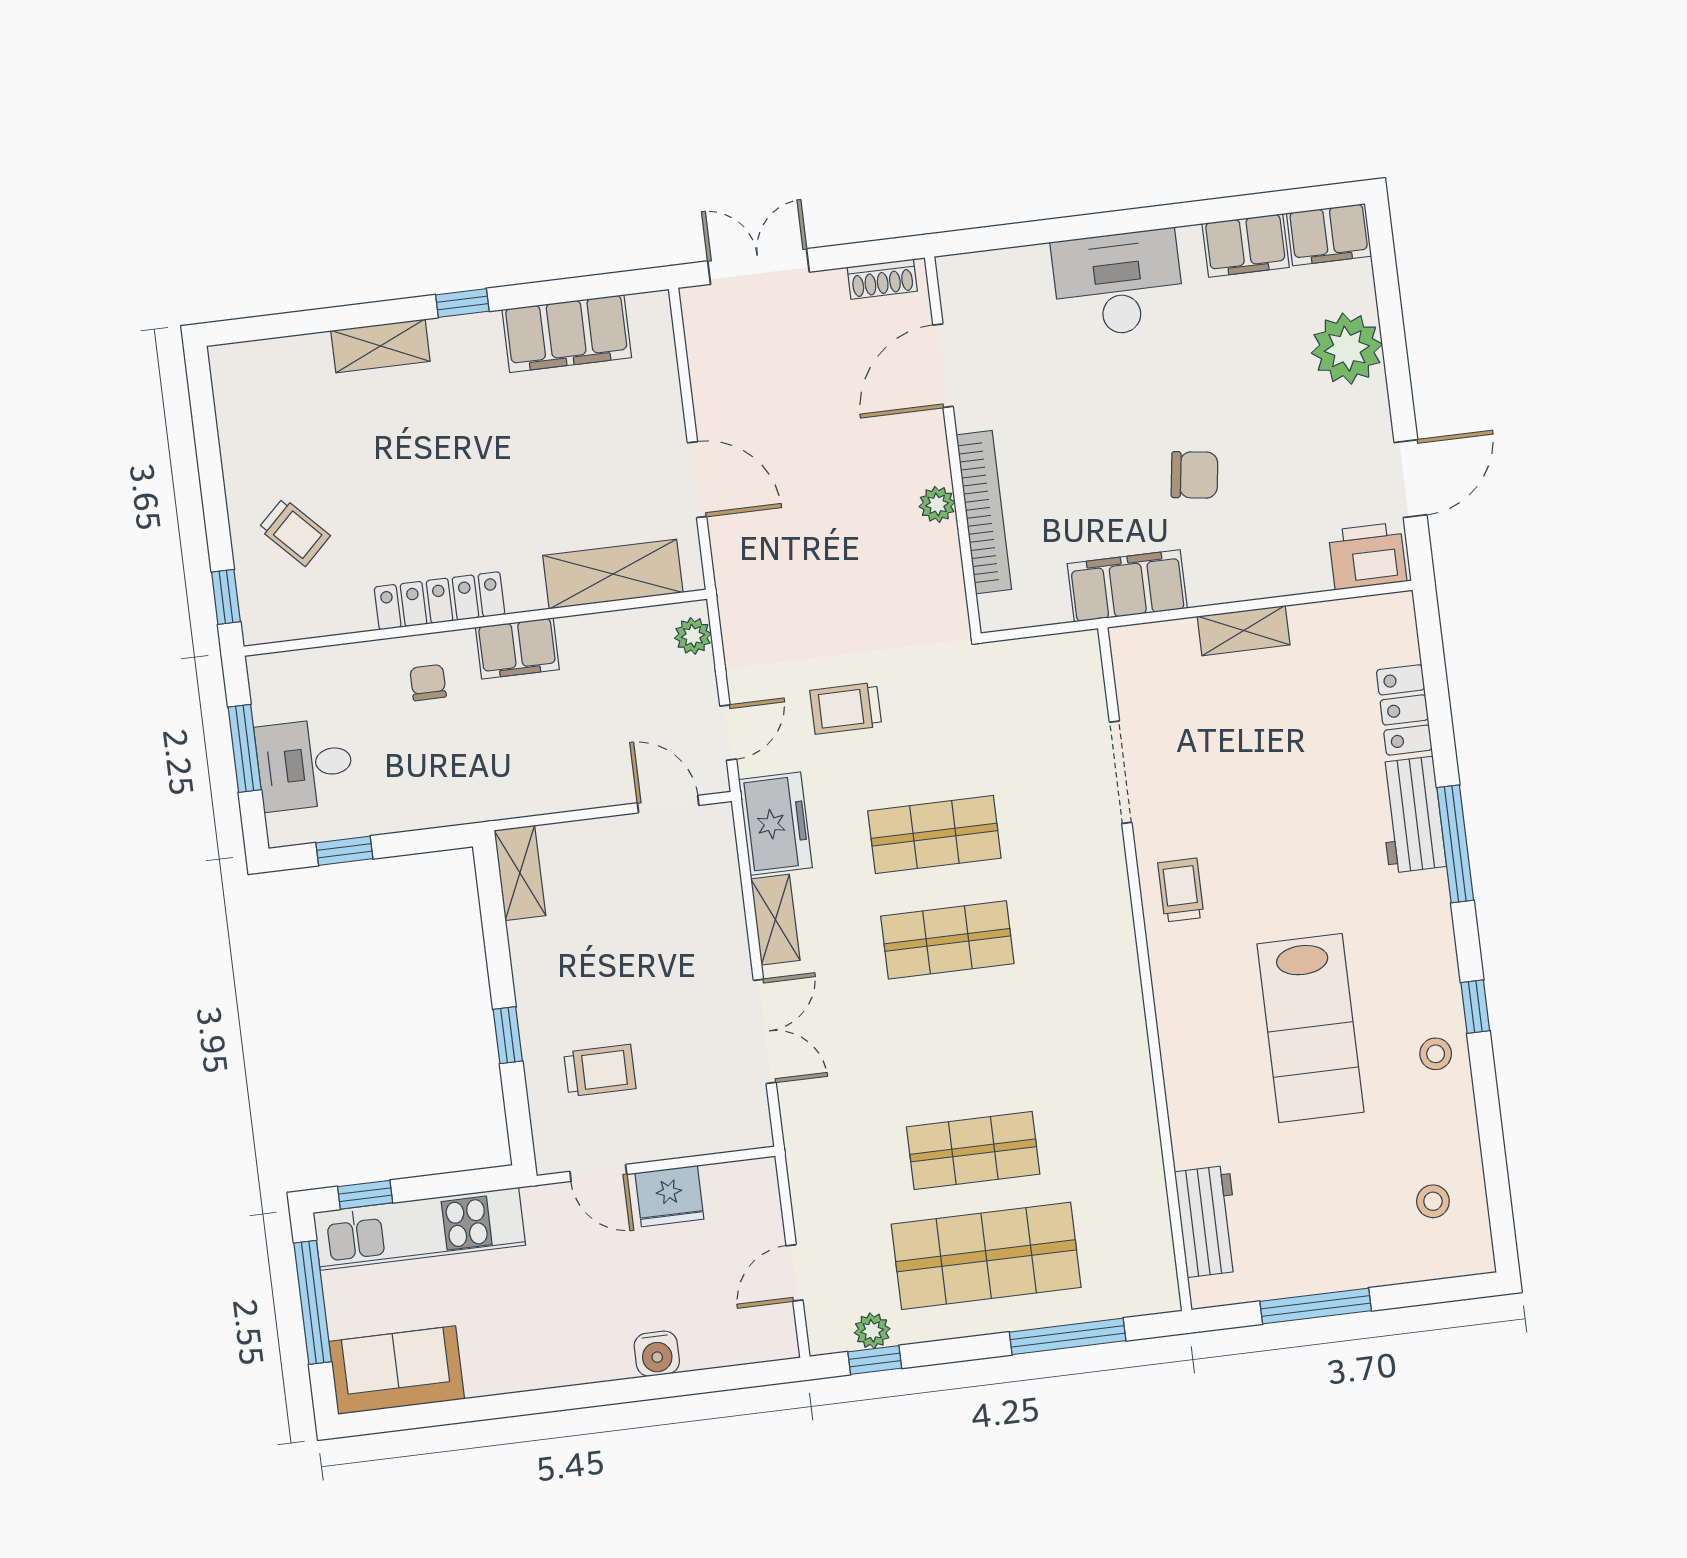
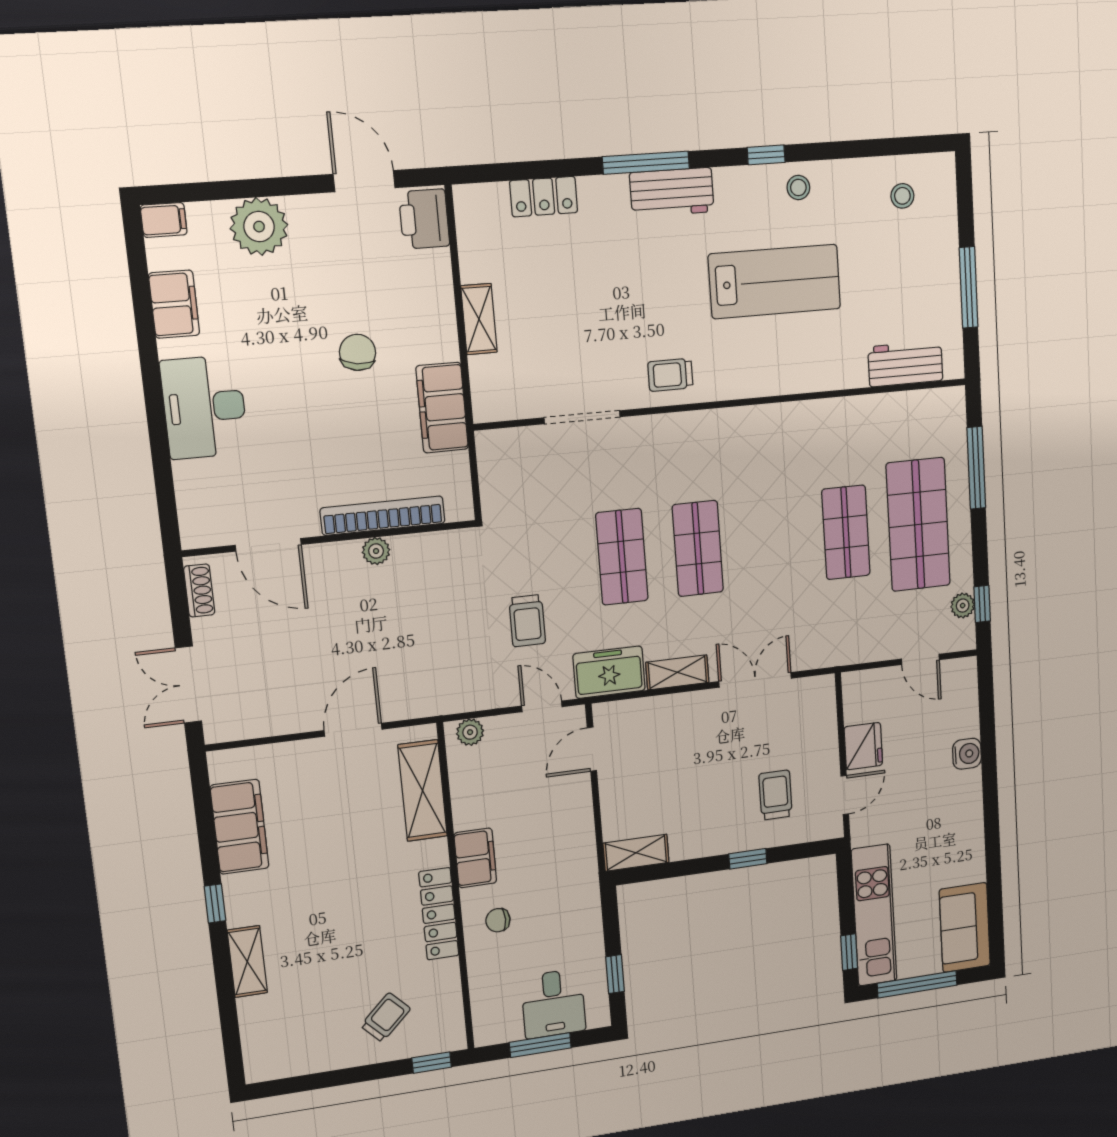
filing cabinet: (1329, 235) -> (164, 220), width x0.50
workbench: (1411, 815) -> (672, 192), moved

